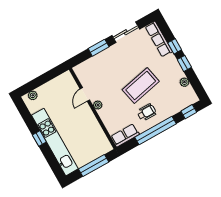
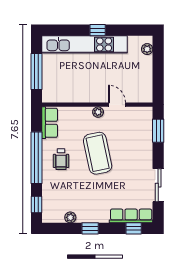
window: (175, 46) -> (134, 228), moved
window: (99, 48) -> (158, 131), moved
coffee table: (141, 85) -> (98, 153), moved

